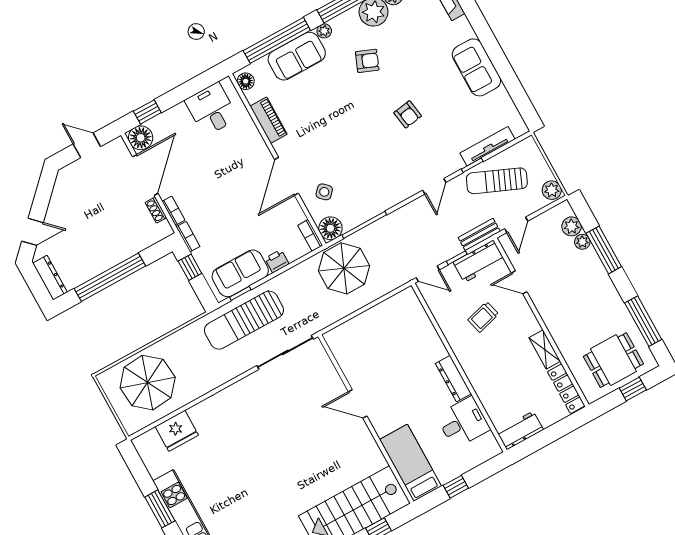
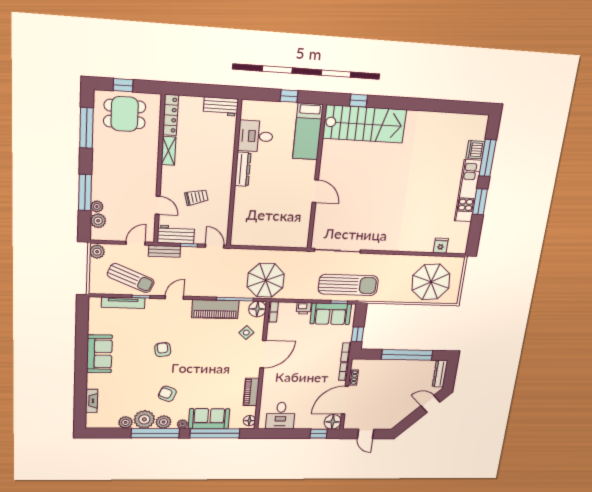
plant: (349, 21) -> (163, 422), added
piano: (379, 199) -> (215, 309), added
fridge: (177, 431) -> (441, 246), width x0.53, depth x0.75

